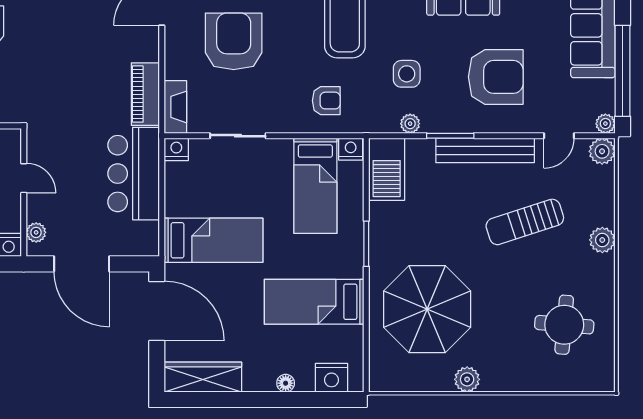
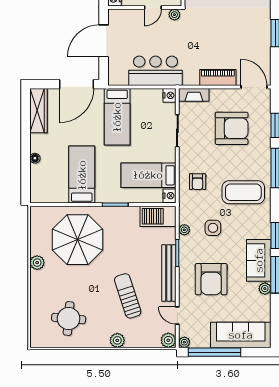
piano: (145, 94) -> (218, 77), moved
plant: (36, 232) -> (174, 15), moved
nightstand: (332, 378) -> (38, 185), removed

